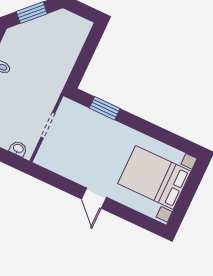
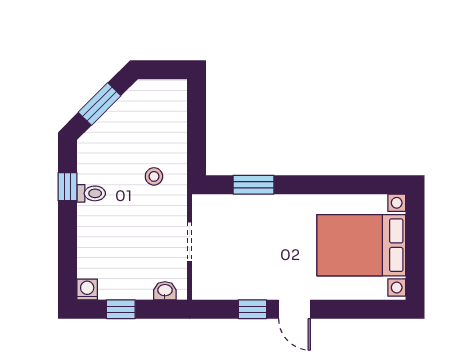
stool: (45, 74) -> (154, 176), added
window: (68, 186) -> (252, 309), added

